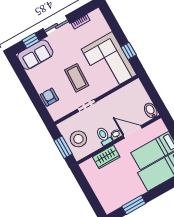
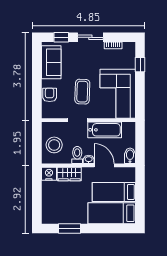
window: (129, 51) -> (140, 65), moved
sofa: (35, 55) -> (51, 62), moved, turned -90
bathtub: (115, 100) -> (105, 130), added
window: (63, 147) -> (37, 145), removed
nightstand: (88, 167) -> (49, 174), added

